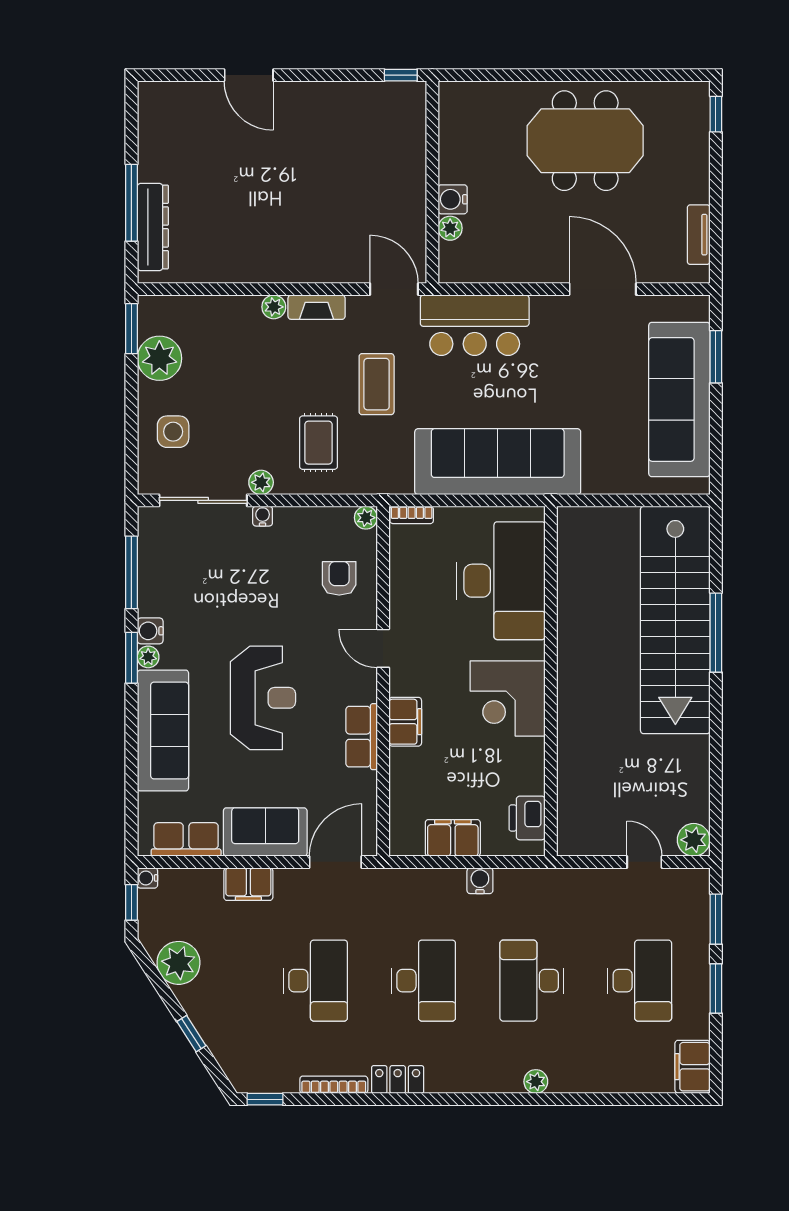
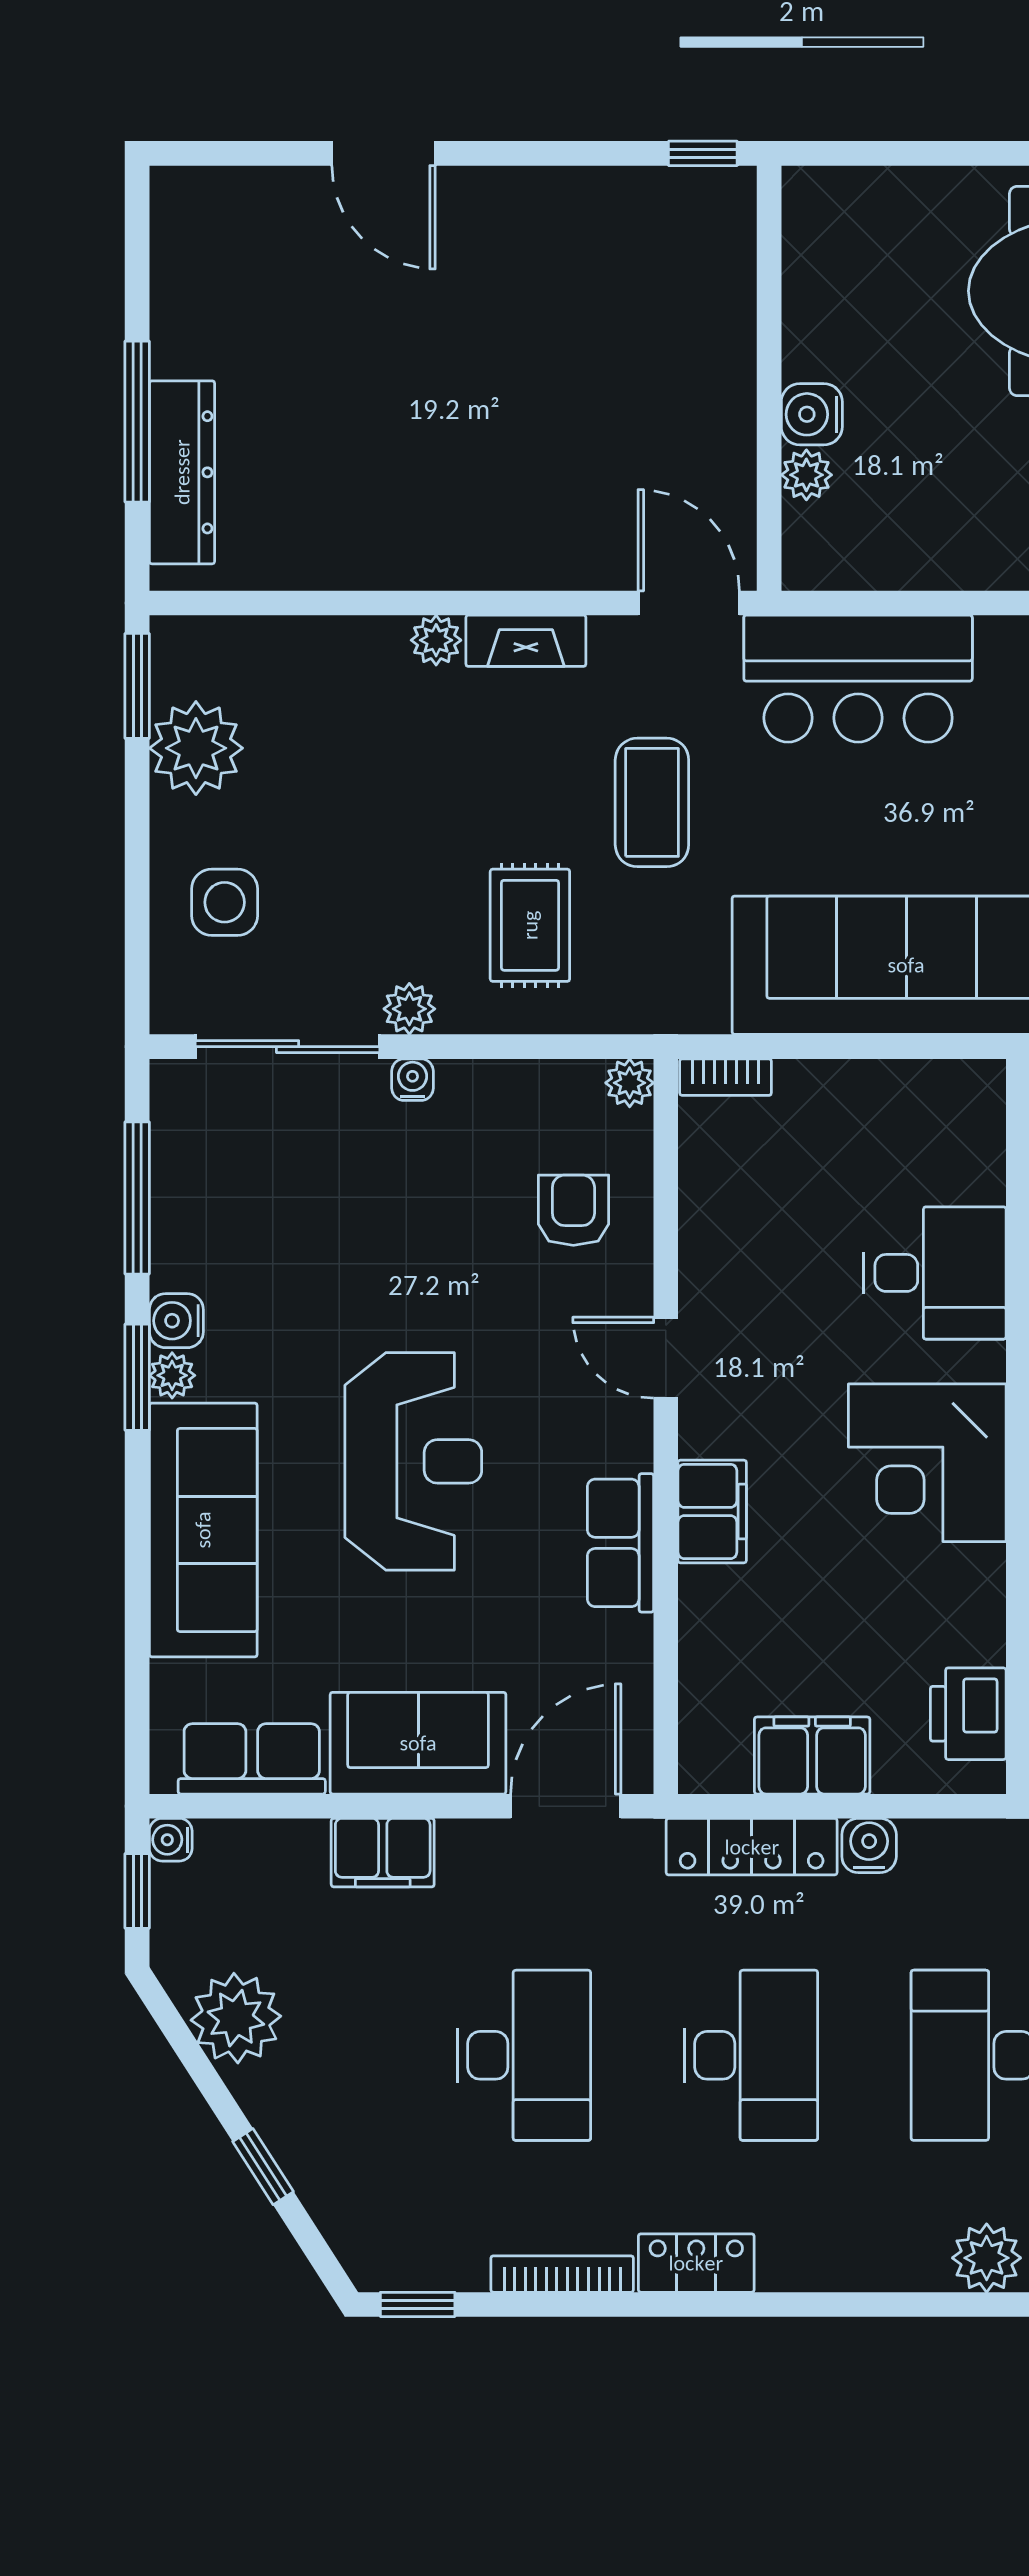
desk: (501, 581) -> (935, 1273), width x0.53, depth x0.77
locker: (424, 881) -> (752, 1847), added
plant: (536, 1082) -> (987, 2258), width x1.38, depth x1.38

